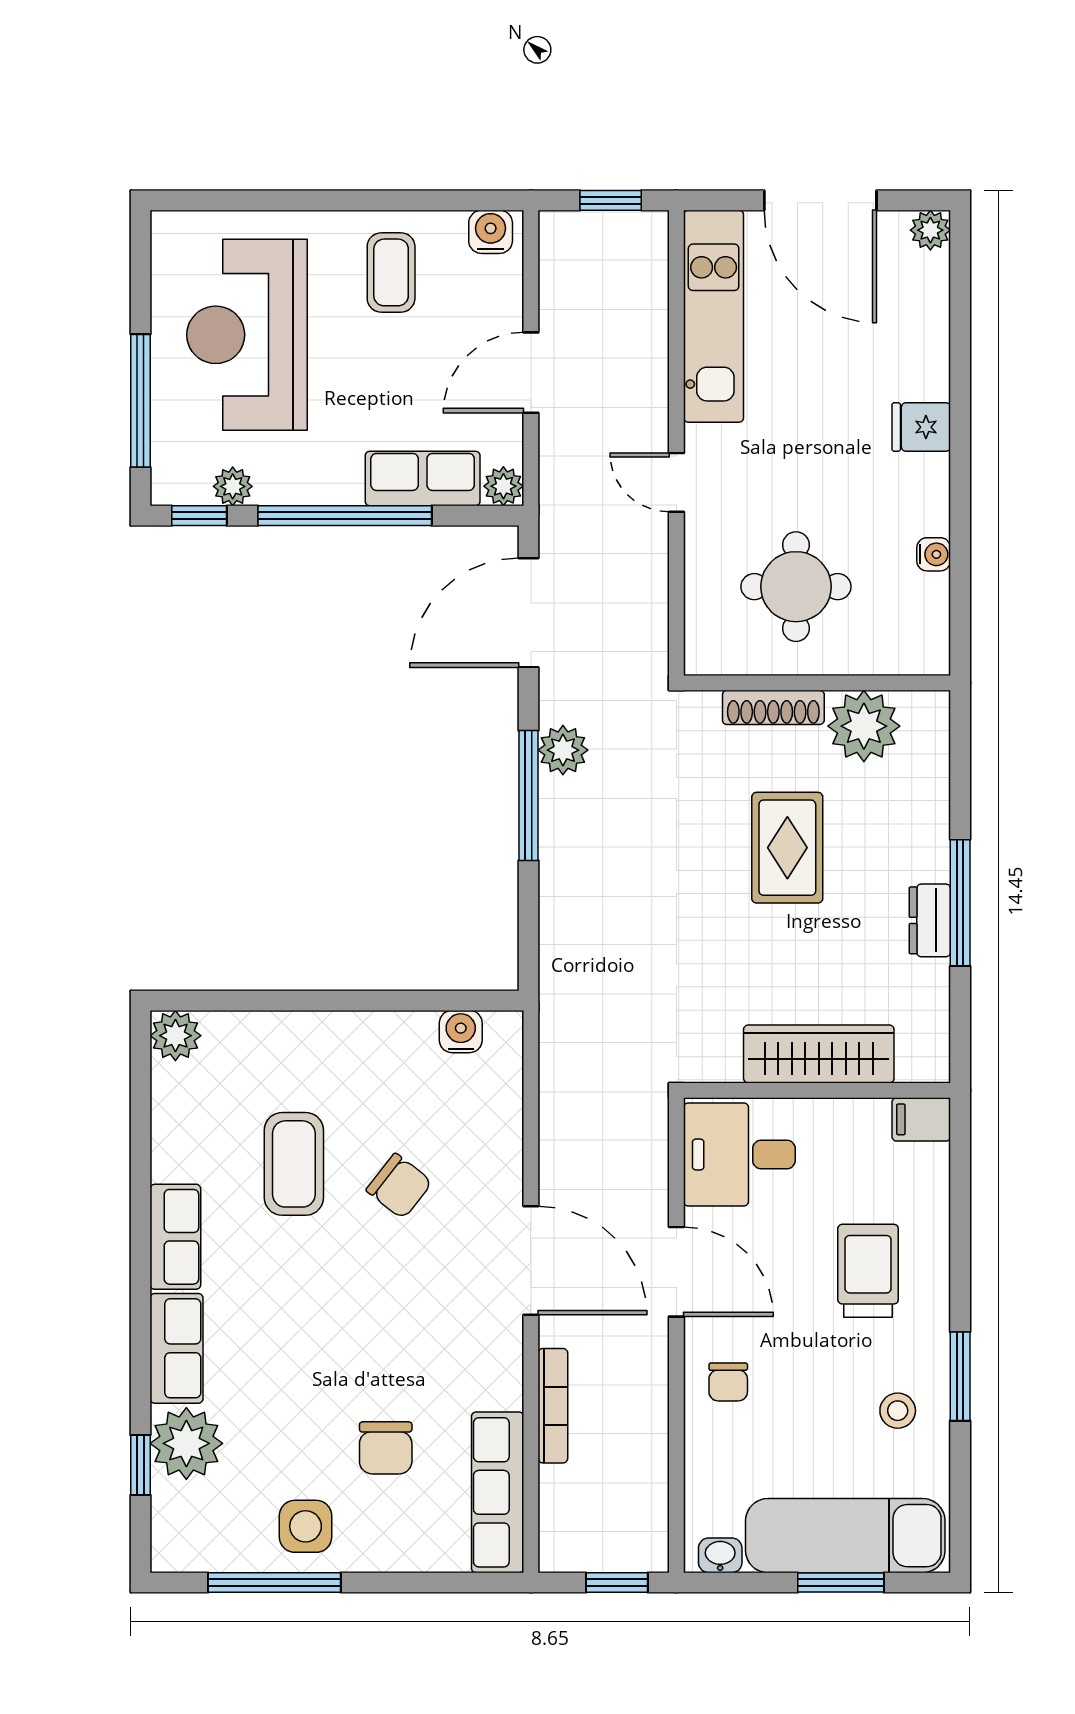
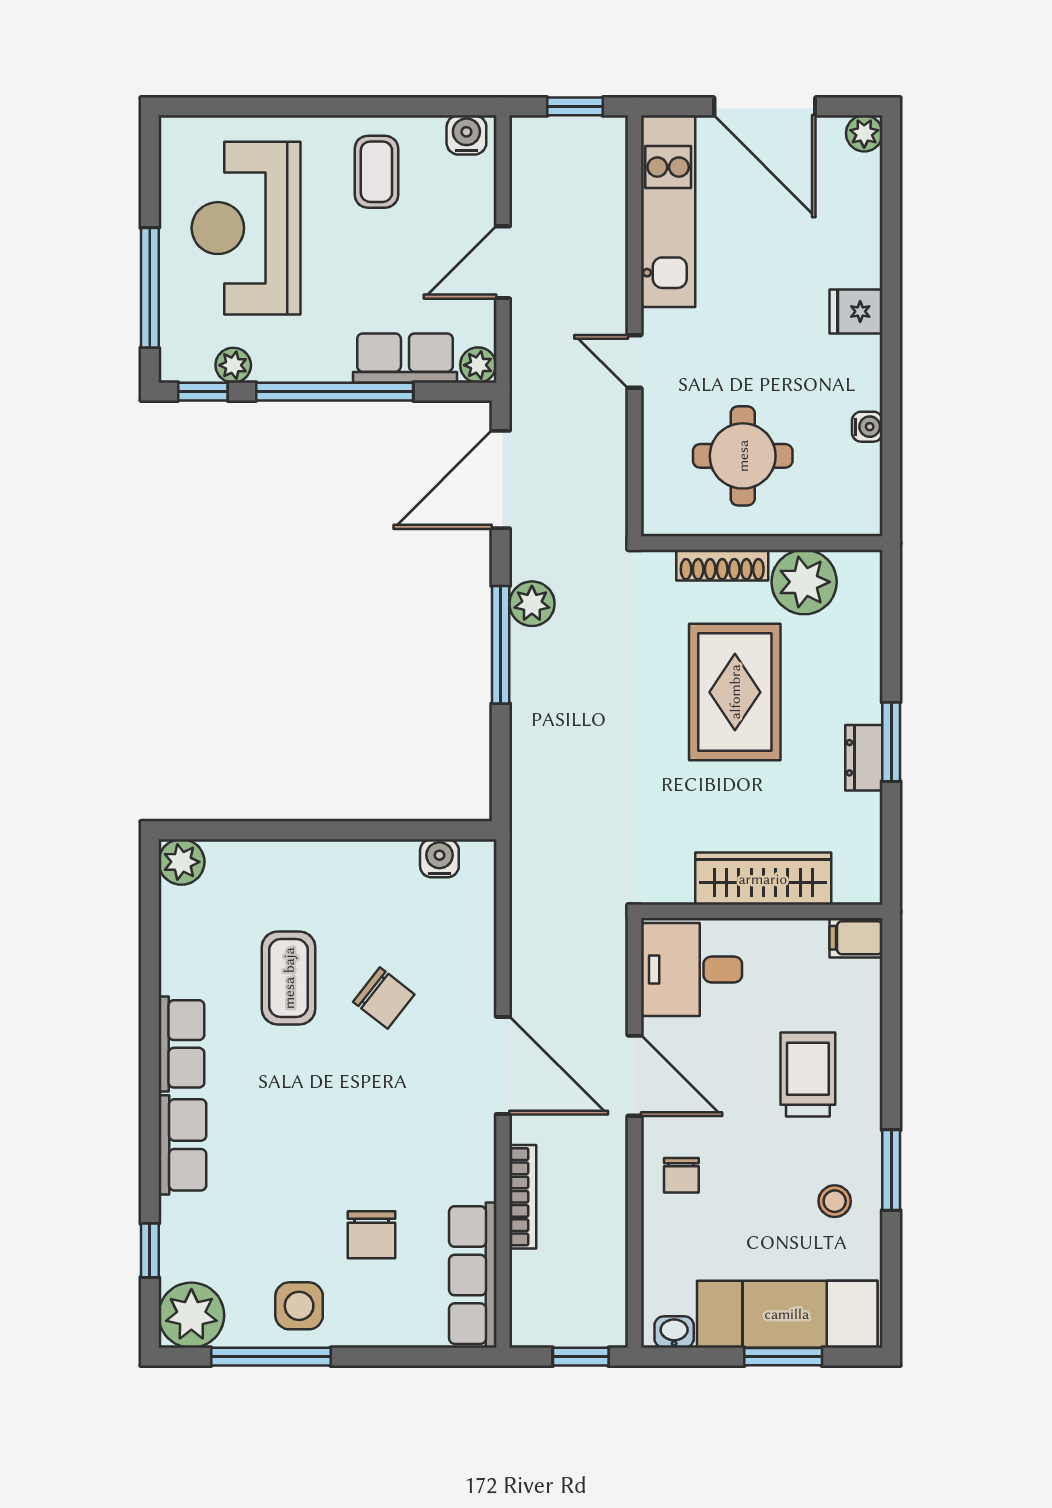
rug: (787, 848) -> (735, 692), width x1.36, depth x1.43
window: (960, 903) -> (891, 742), width x0.69
plant: (186, 1443) -> (191, 1315), moved

